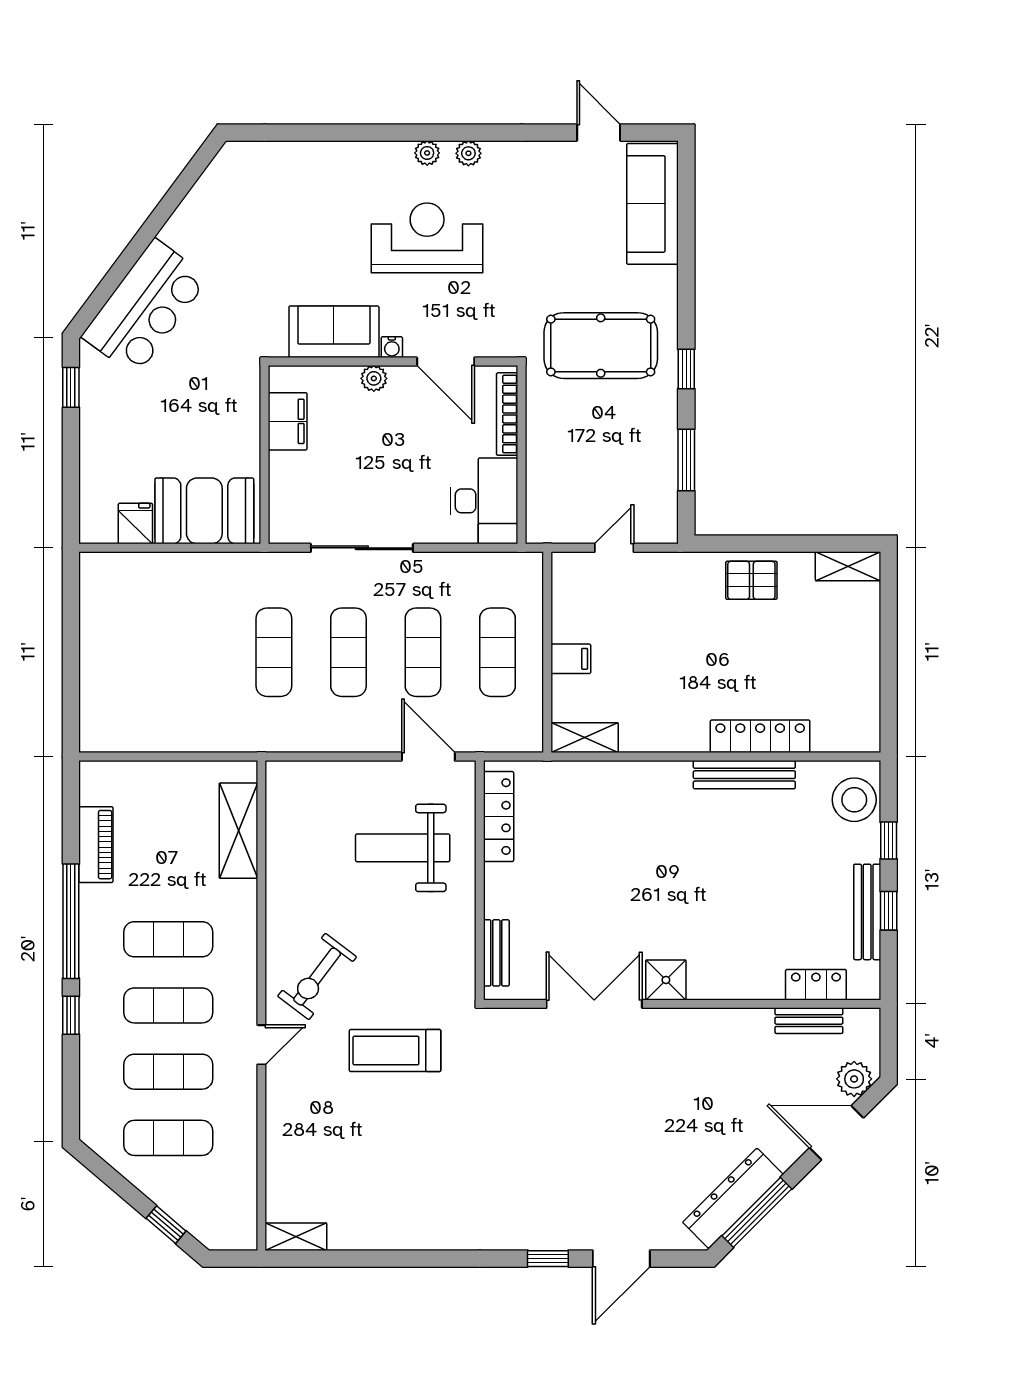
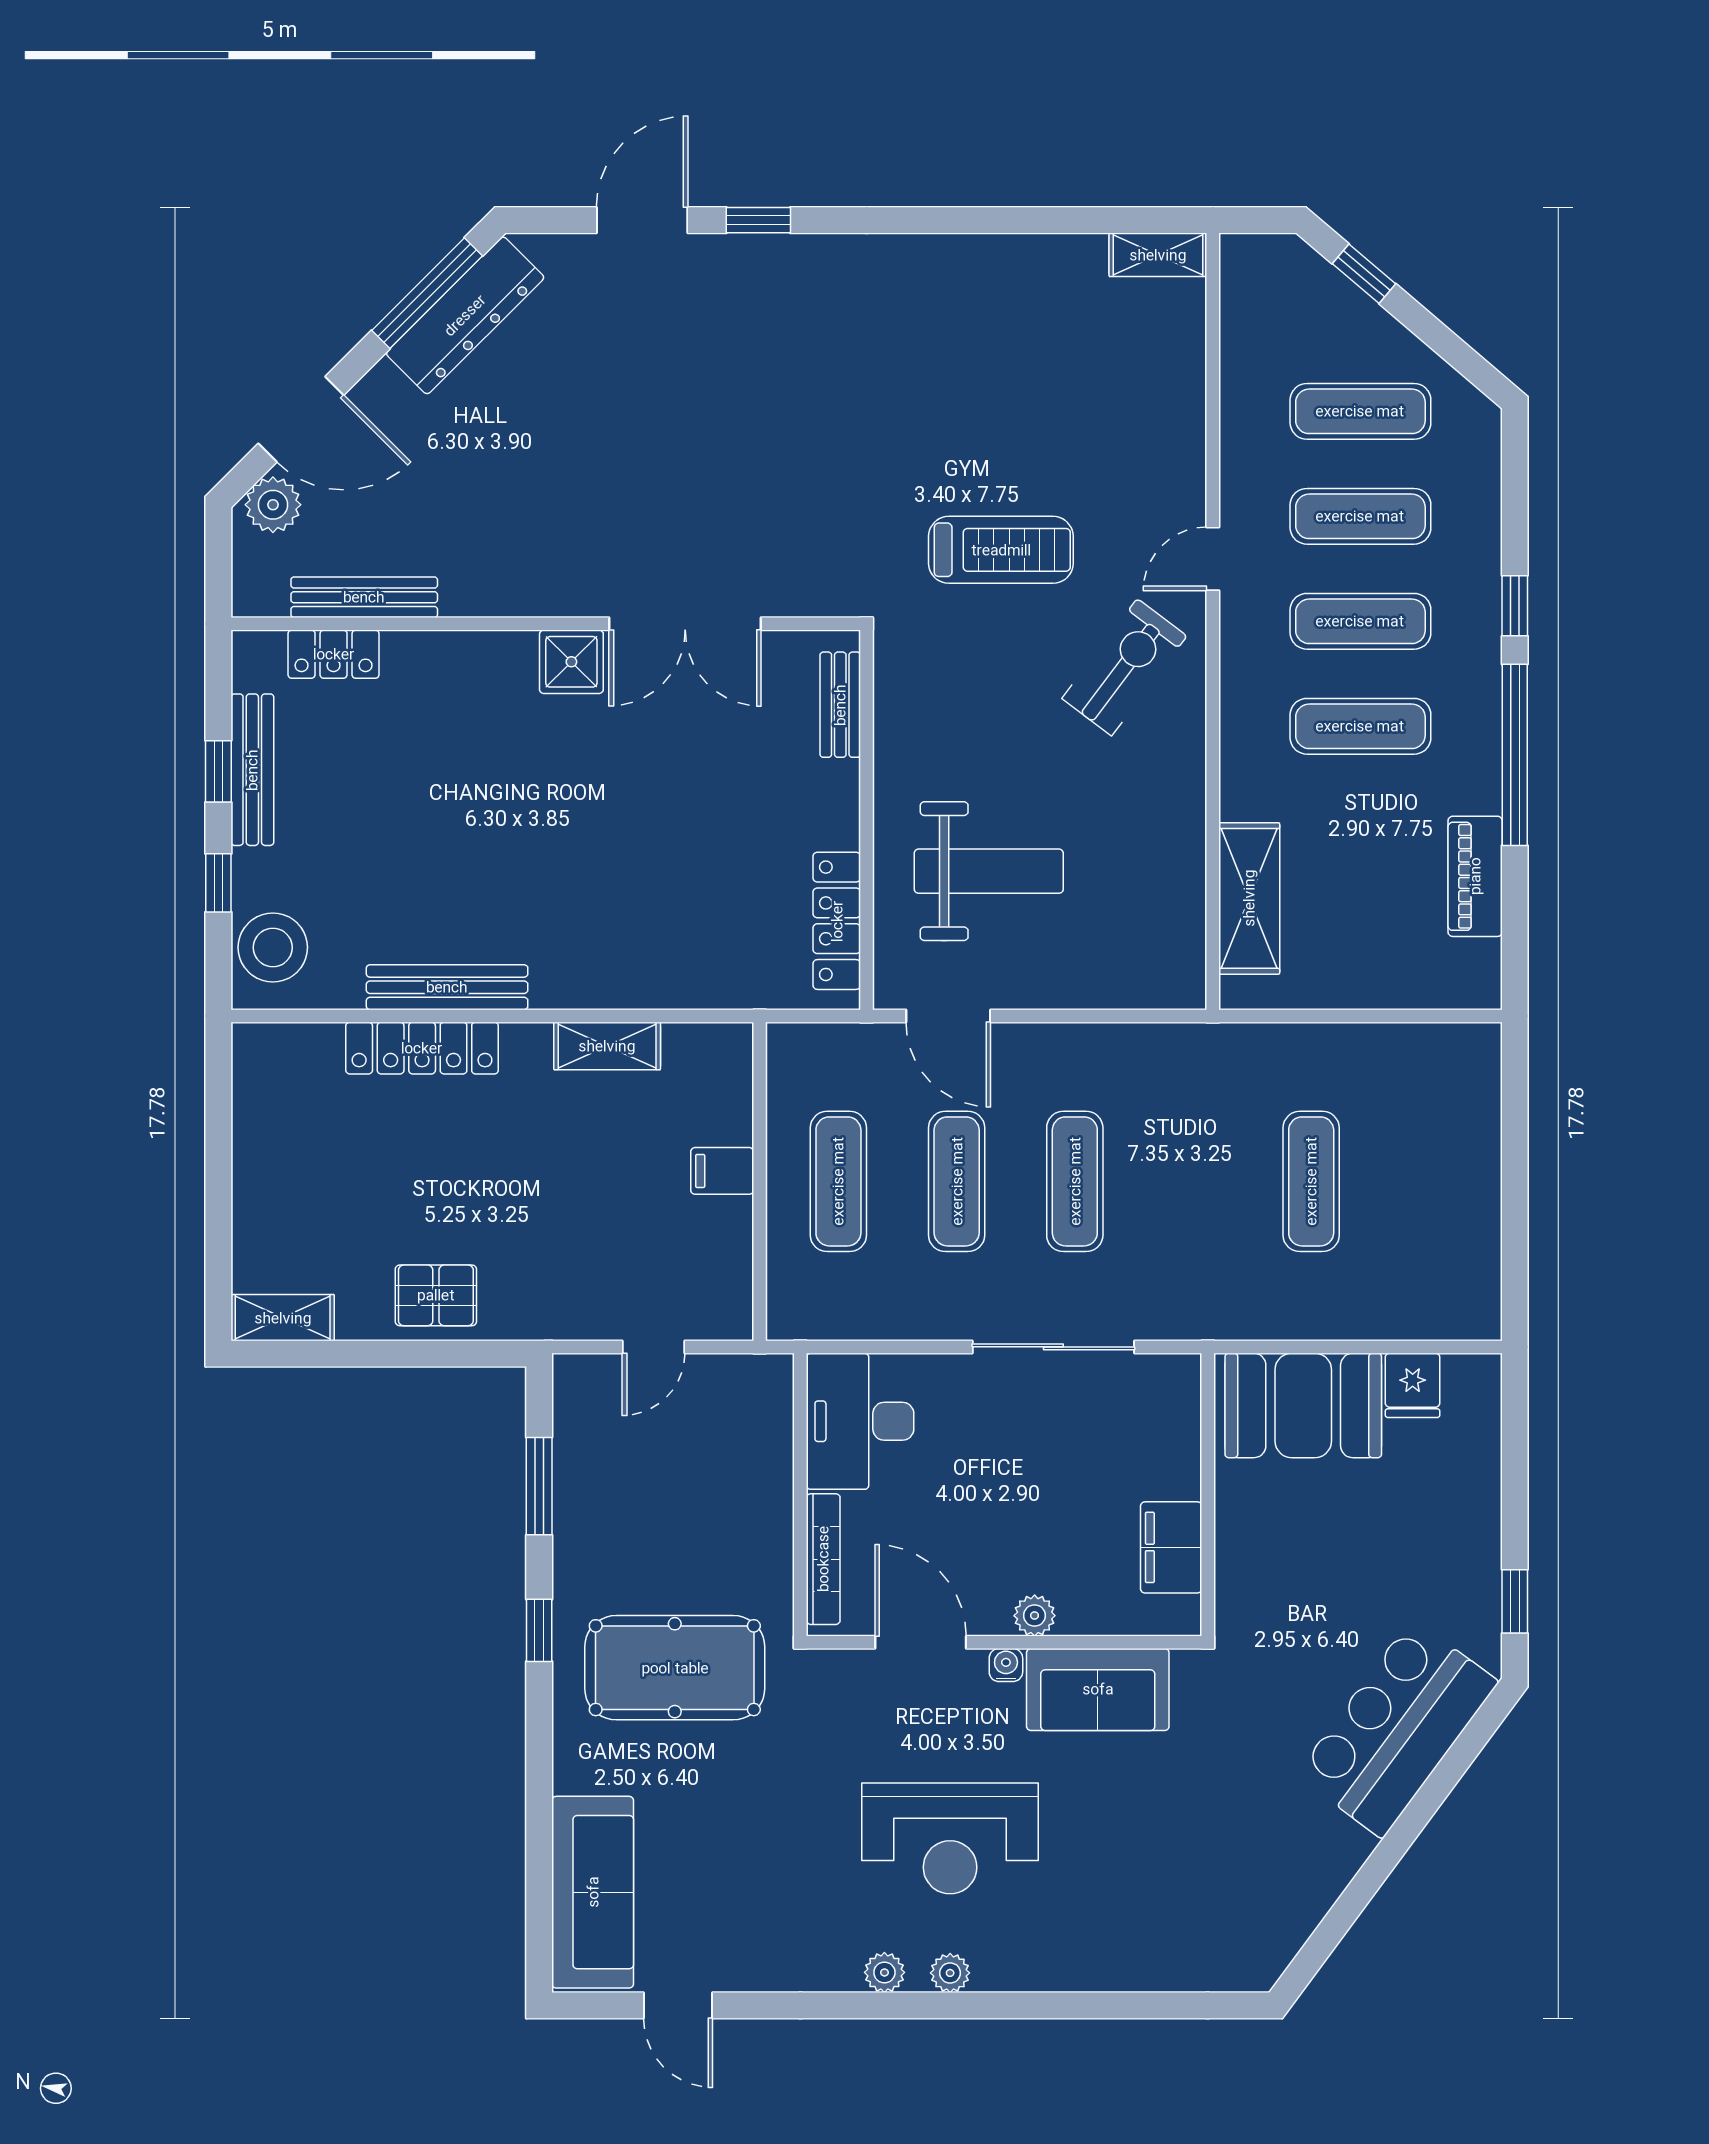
exercise mat: (274, 652) -> (1311, 1181), moved
shelving: (585, 738) -> (607, 1046), moved
bench: (809, 1021) -> (364, 597), width x1.36

